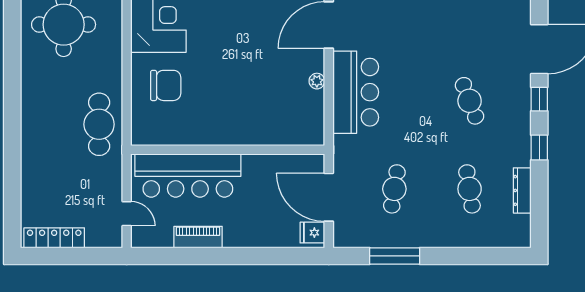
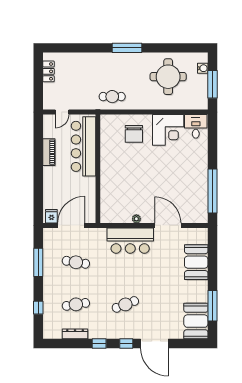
window: (12, 98) -> (127, 48), added
cafe table: (99, 124) -> (112, 97), width x0.73, depth x0.74
locker: (54, 238) -> (48, 71), width x0.66
window: (475, 256) -> (38, 308), added

